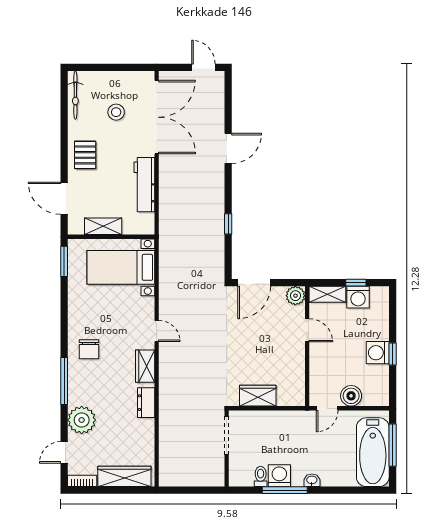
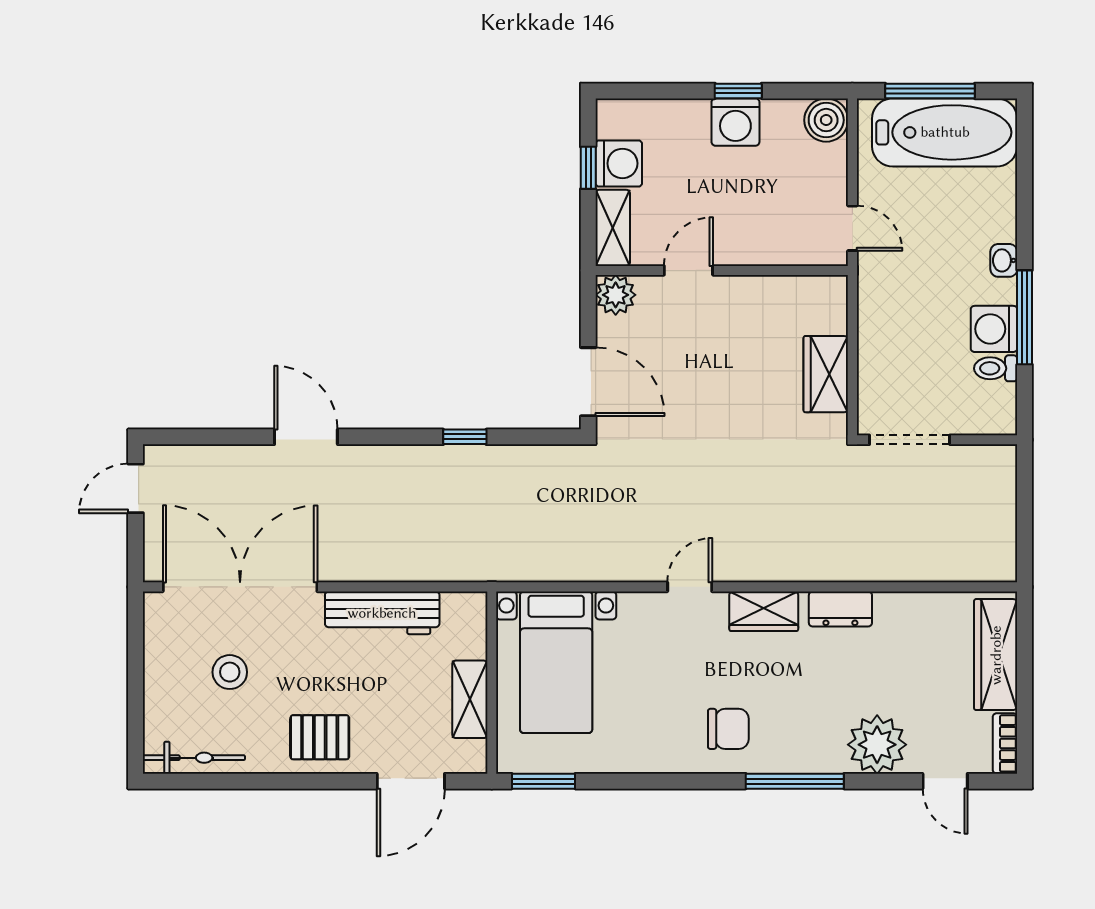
boiler: (351, 396) -> (826, 120), moved

